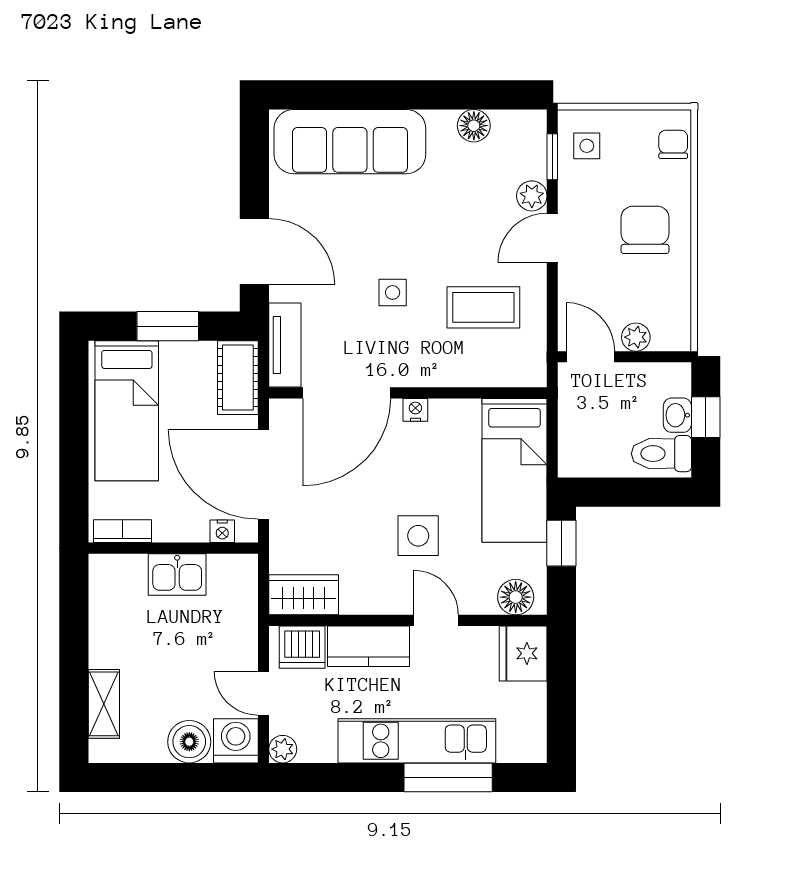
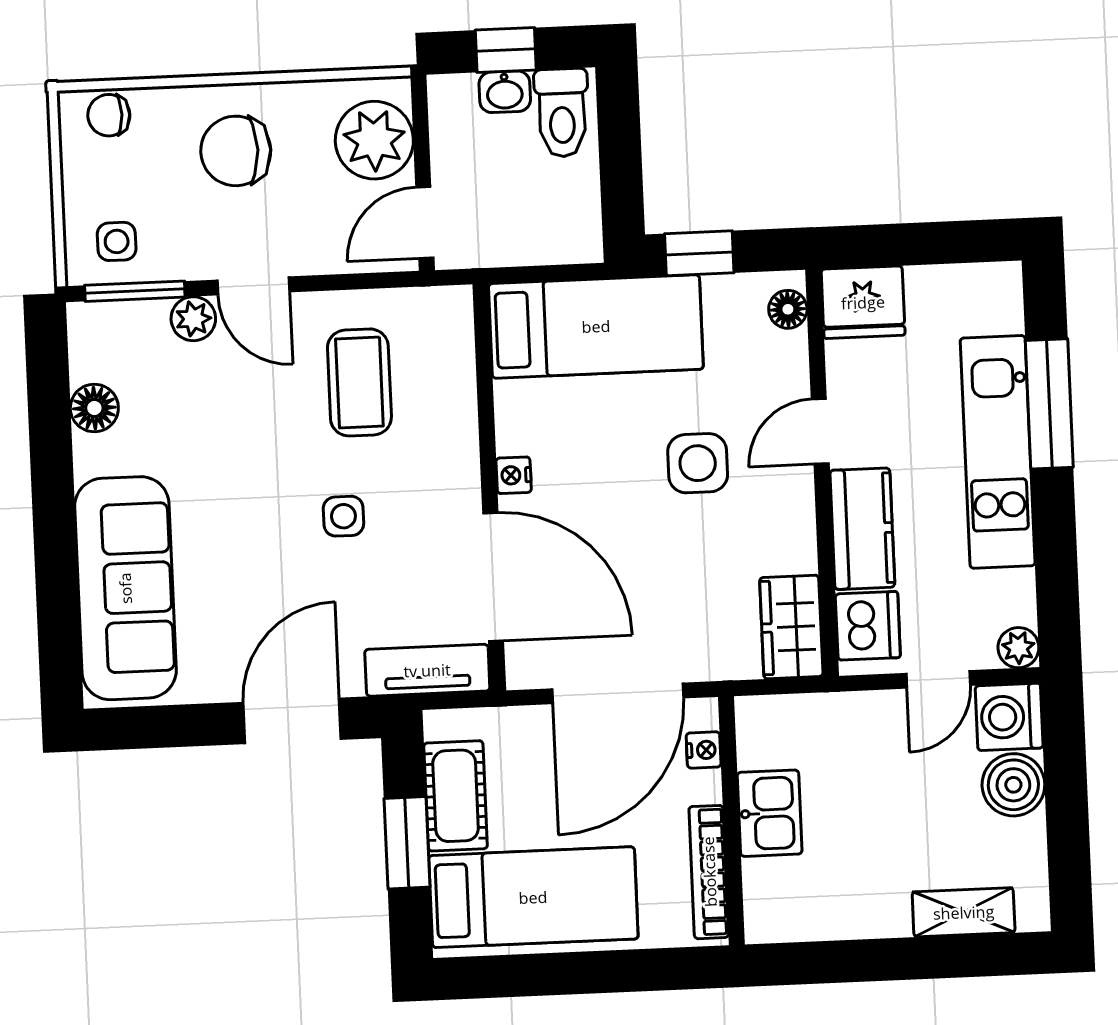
window: (552, 157) -> (135, 291), width x1.50
plant: (636, 337) -> (374, 140), width x1.88, depth x1.88
cot: (238, 378) -> (456, 796), moved, turned 90
bookcase: (123, 531) -> (709, 872), width x1.56
floor lamp: (516, 597) -> (788, 309), width x0.73, depth x0.73

